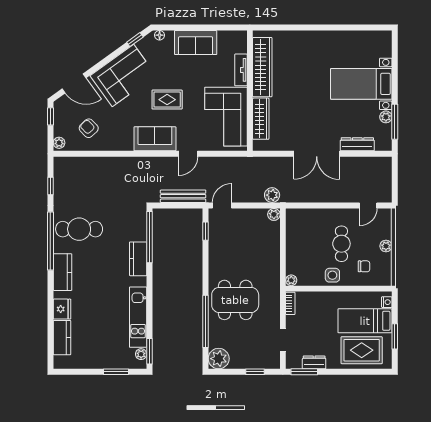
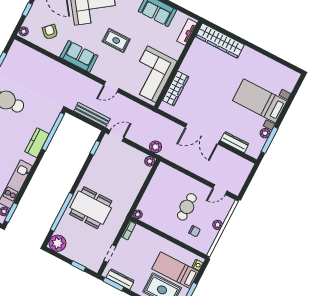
wardrobe: (262, 67) -> (220, 41), moved, turned 90
tv unit: (241, 70) -> (187, 32), moved
sofa: (155, 139) -> (79, 56), moved
side table: (332, 275) -> (169, 226), removed
dresser: (314, 362) -> (120, 279), width x1.44

